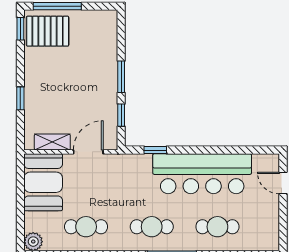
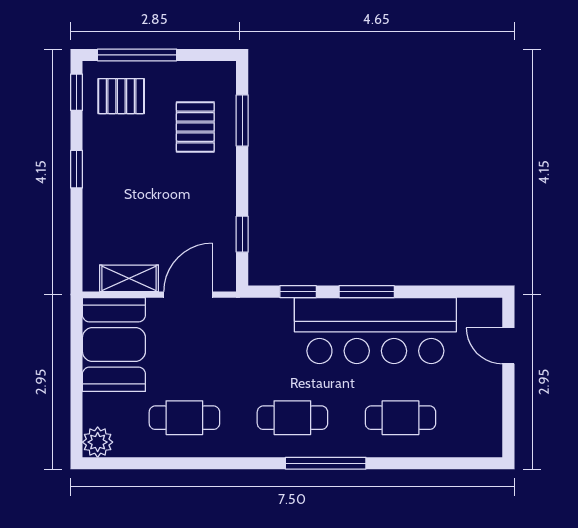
pallet: (48, 31) -> (121, 96), width x0.67, depth x0.71
pallet: (93, 50) -> (195, 127), added
window: (121, 77) -> (242, 120), moved
window: (20, 98) -> (76, 169), moved
window: (197, 150) -> (367, 292), added

